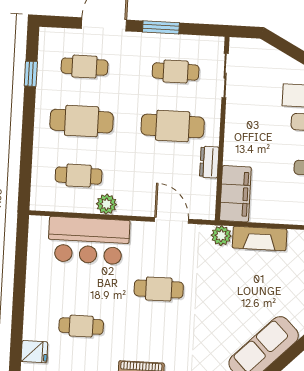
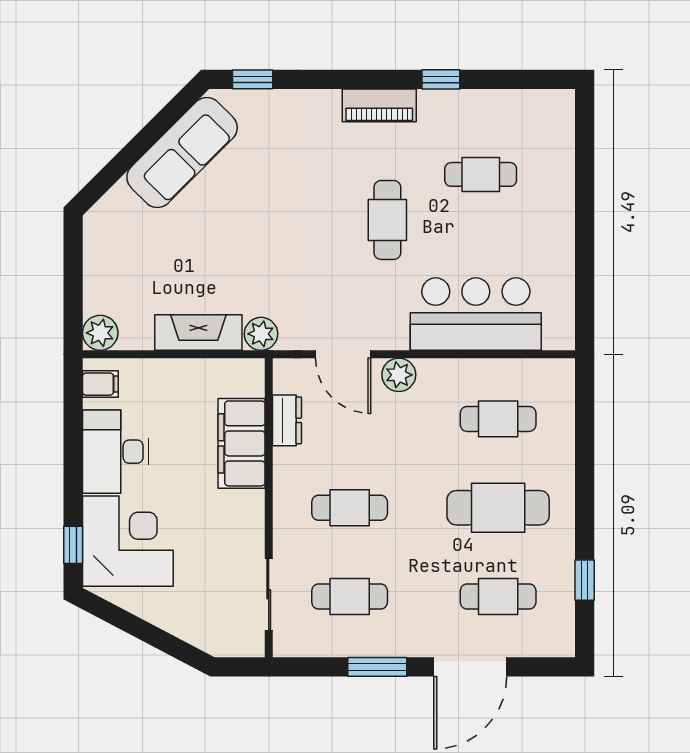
cafe table: (173, 126) -> (350, 508), width x0.73, depth x0.74
dresser: (209, 162) -> (287, 420), moved
filing cabinet: (235, 194) -> (242, 443), moved
plant: (107, 204) -> (399, 375), moved
cafe table: (159, 289) -> (387, 220), moved, turned 90
fridge: (34, 352) -> (554, 129), removed

